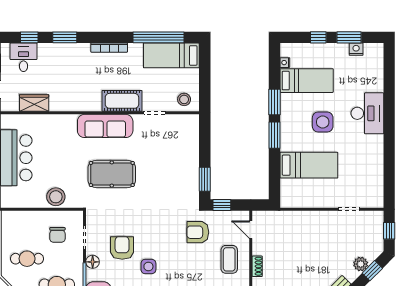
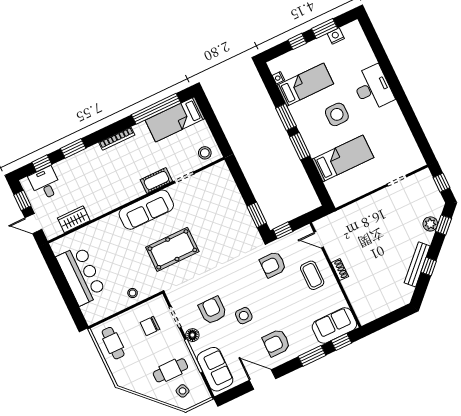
cot: (122, 101) -> (156, 180), width x0.73, depth x0.75
stool: (56, 197) -> (133, 293), width x0.53, depth x0.53
chair: (57, 235) -> (150, 326), turned 90
cafe table: (27, 259) -> (113, 343), moved, turned 90

